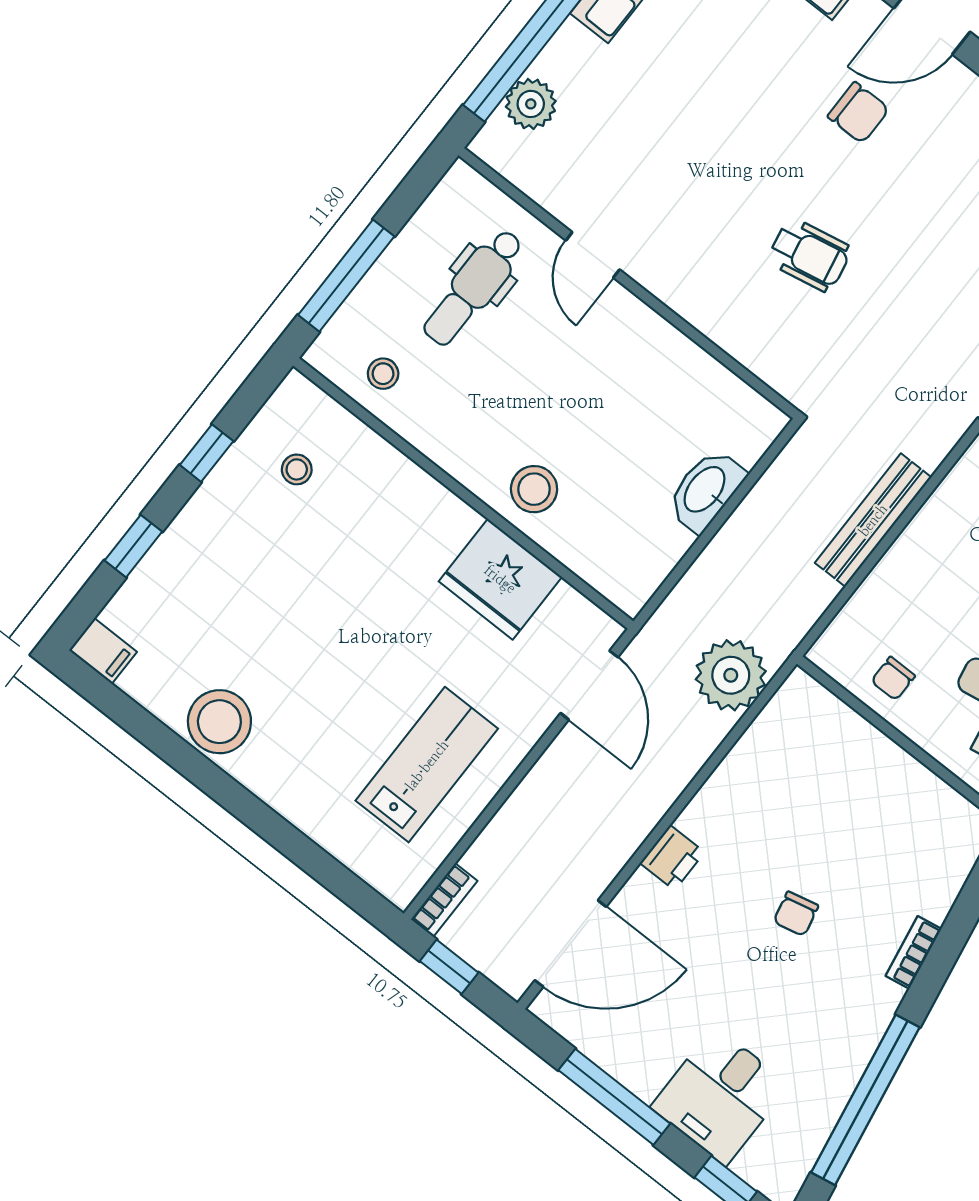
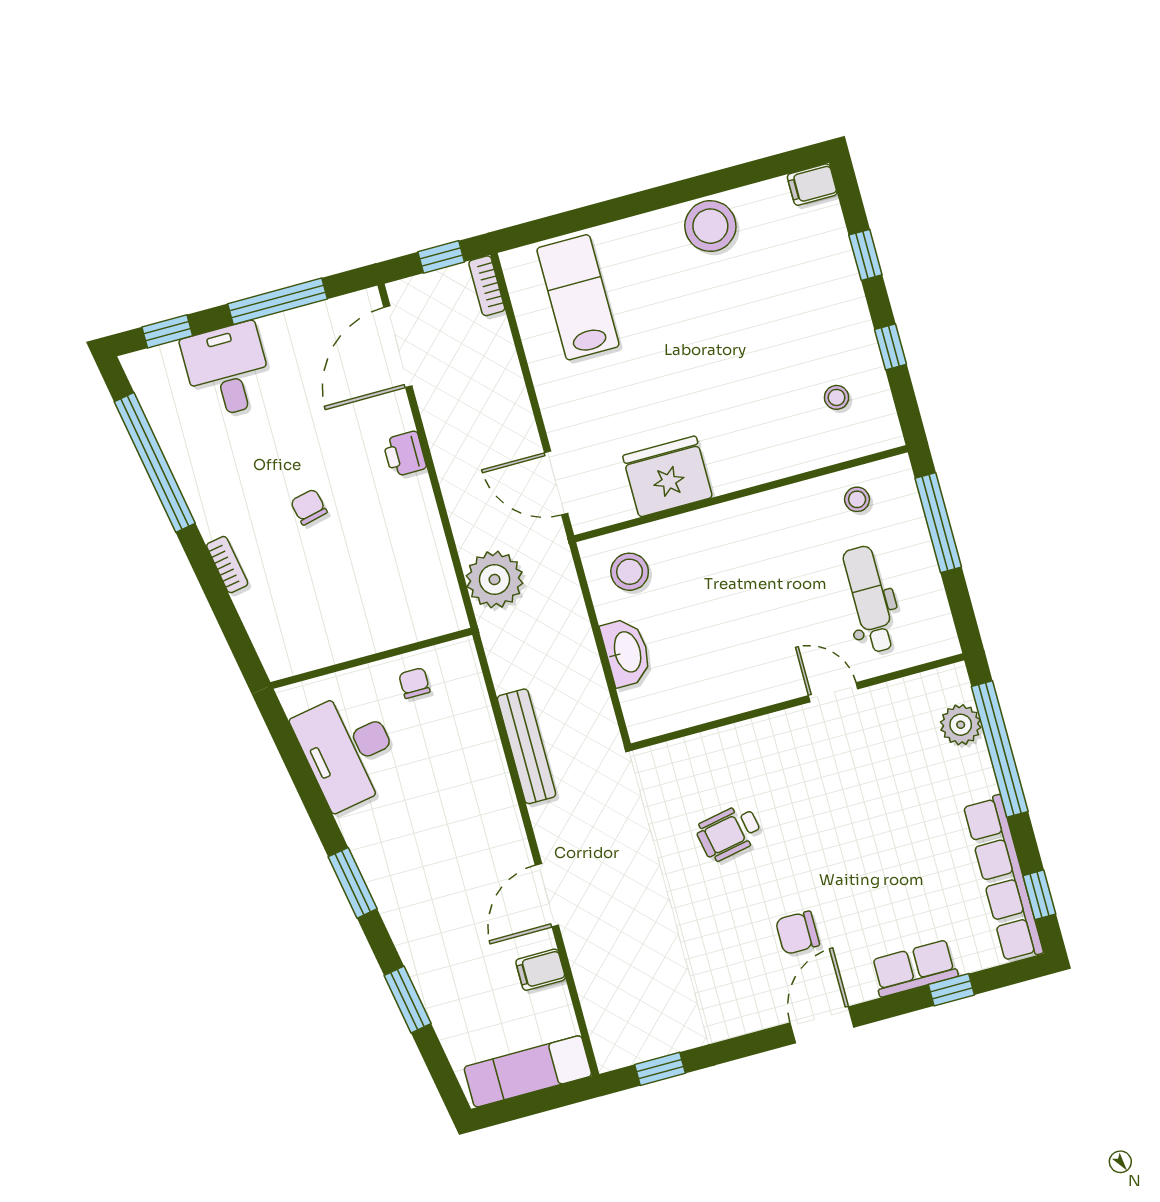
stool: (534, 489) -> (630, 572), moved
lab bench: (427, 765) -> (578, 297), moved, turned 180

